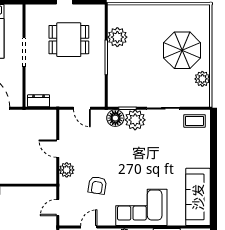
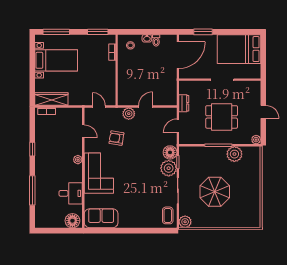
plant: (99, 10) -> (256, 140), added
dining table: (69, 40) -> (222, 117), moved, turned 90
parasol: (182, 50) -> (215, 192), moved
plant: (202, 79) -> (185, 222), moved
dresser: (39, 101) -> (184, 103), moved
sofa: (198, 197) -> (101, 218), width x0.73

